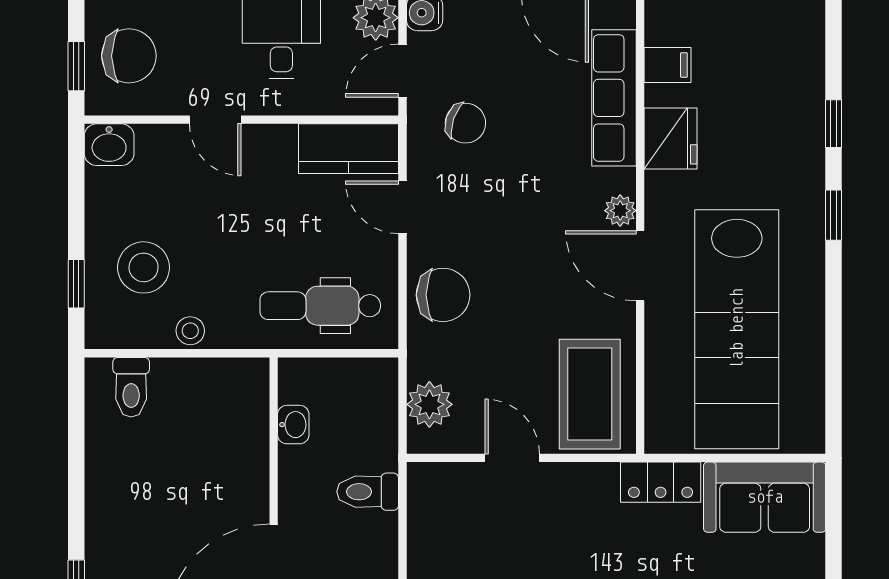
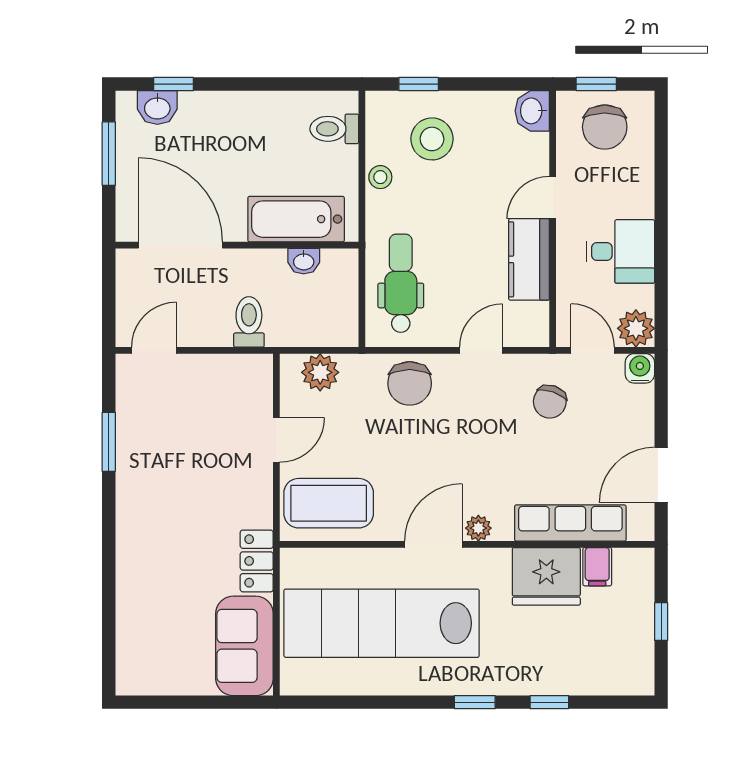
fridge: (671, 138) -> (546, 576), width x1.36, depth x1.34
kitchen counter: (349, 149) -> (529, 259), moved
bathtub: (242, 434) -> (296, 219), added

